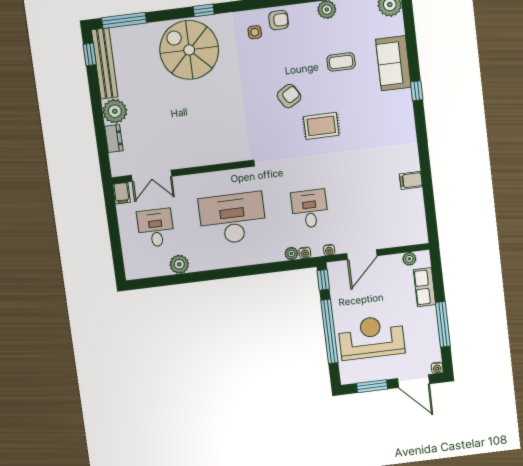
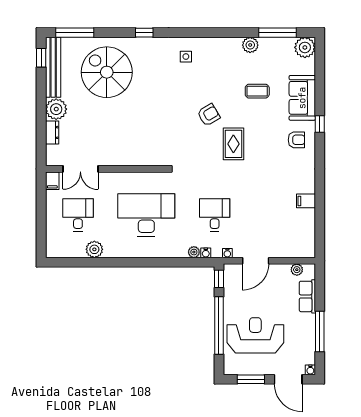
armchair: (279, 20) -> (296, 140), moved
spiral stairs: (189, 50) -> (107, 72), moved
rug: (321, 126) -> (233, 144), turned 90

